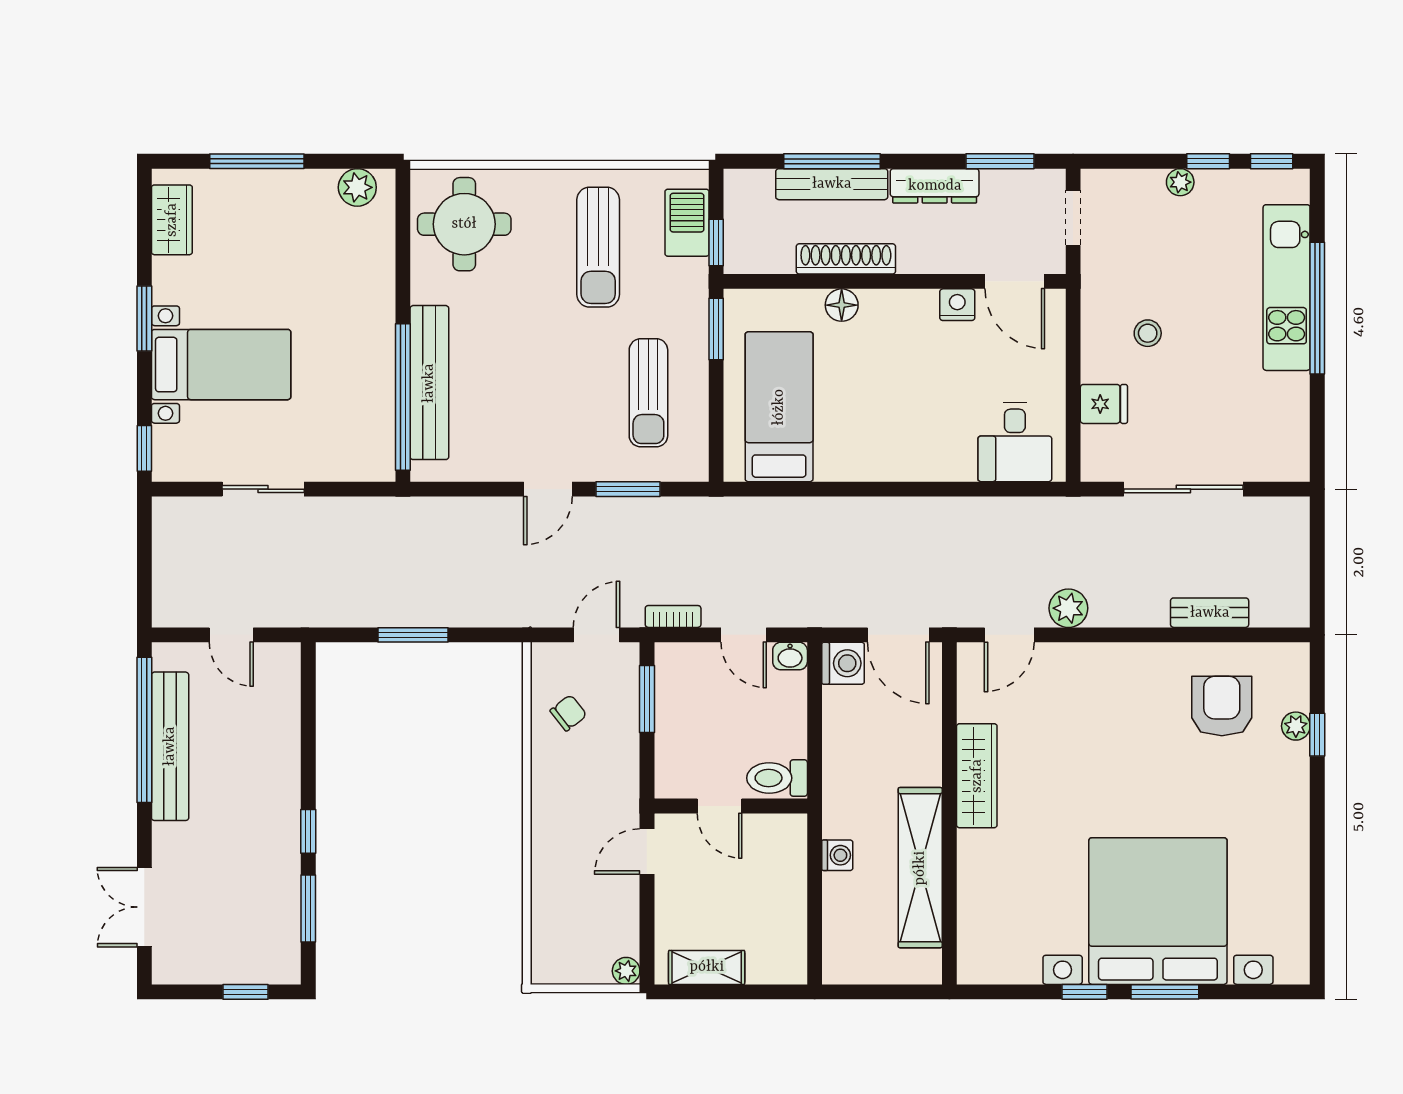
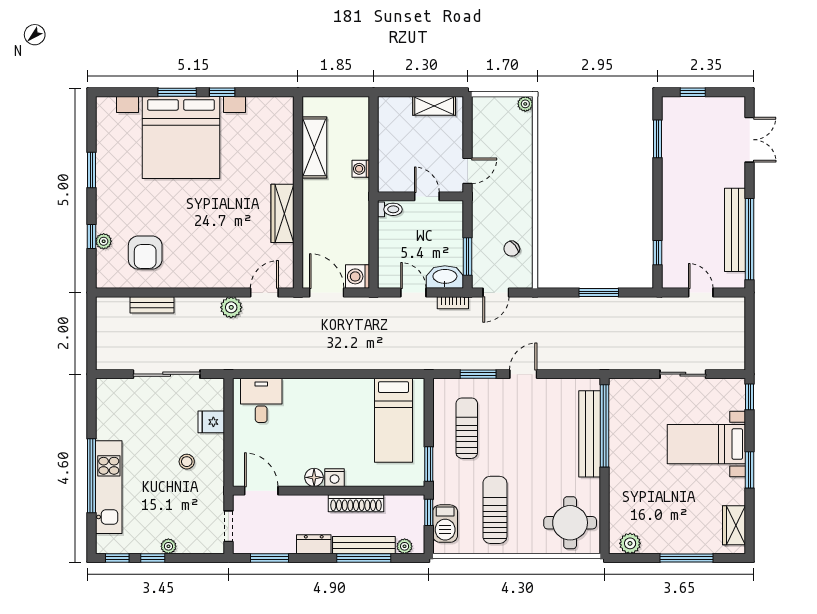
plant: (759, 182) -> (405, 546), added
dresser: (935, 186) -> (314, 544), width x0.70
floor lamp: (842, 305) -> (314, 477), moved
nightstand: (957, 305) -> (335, 478), moved
washbasin: (790, 656) -> (445, 277), moved, width x1.91, depth x1.45
toilet: (777, 778) -> (390, 209), width x0.73, depth x0.72
window: (308, 831) -> (658, 253), moved
window: (1317, 853) -> (92, 170), added
shelving: (920, 868) -> (314, 147), width x0.68
plant: (626, 971) -> (525, 104), moved

